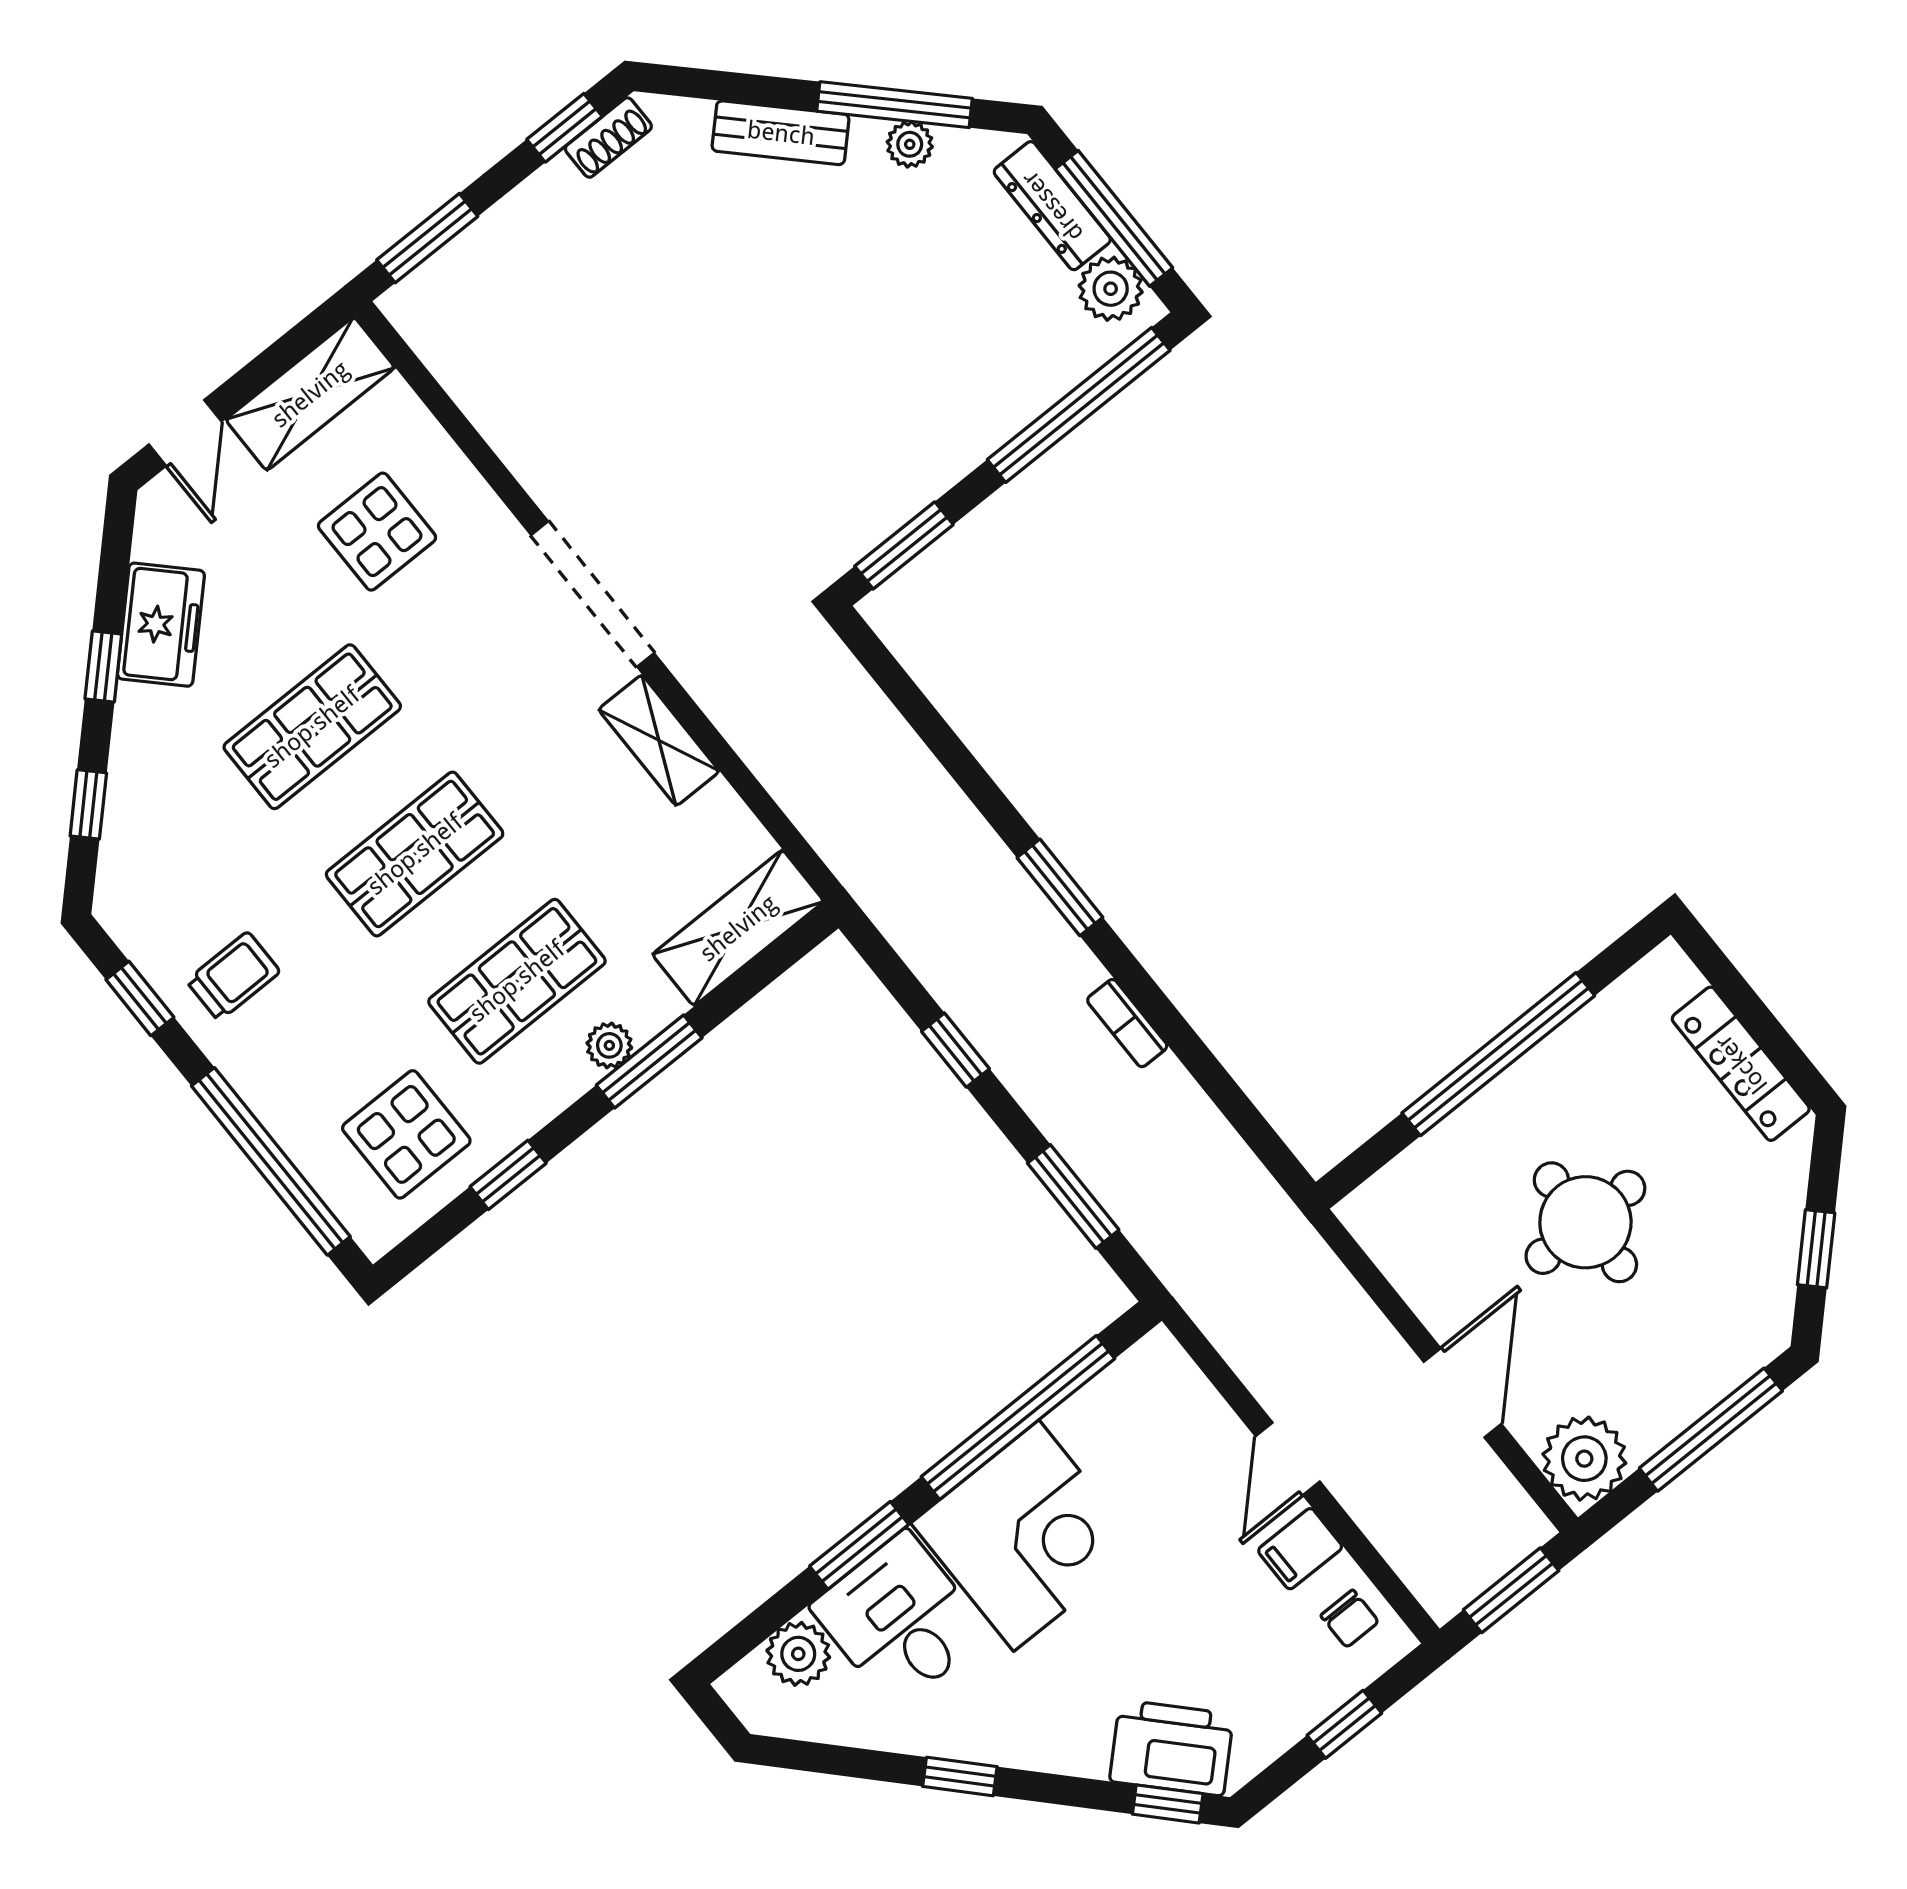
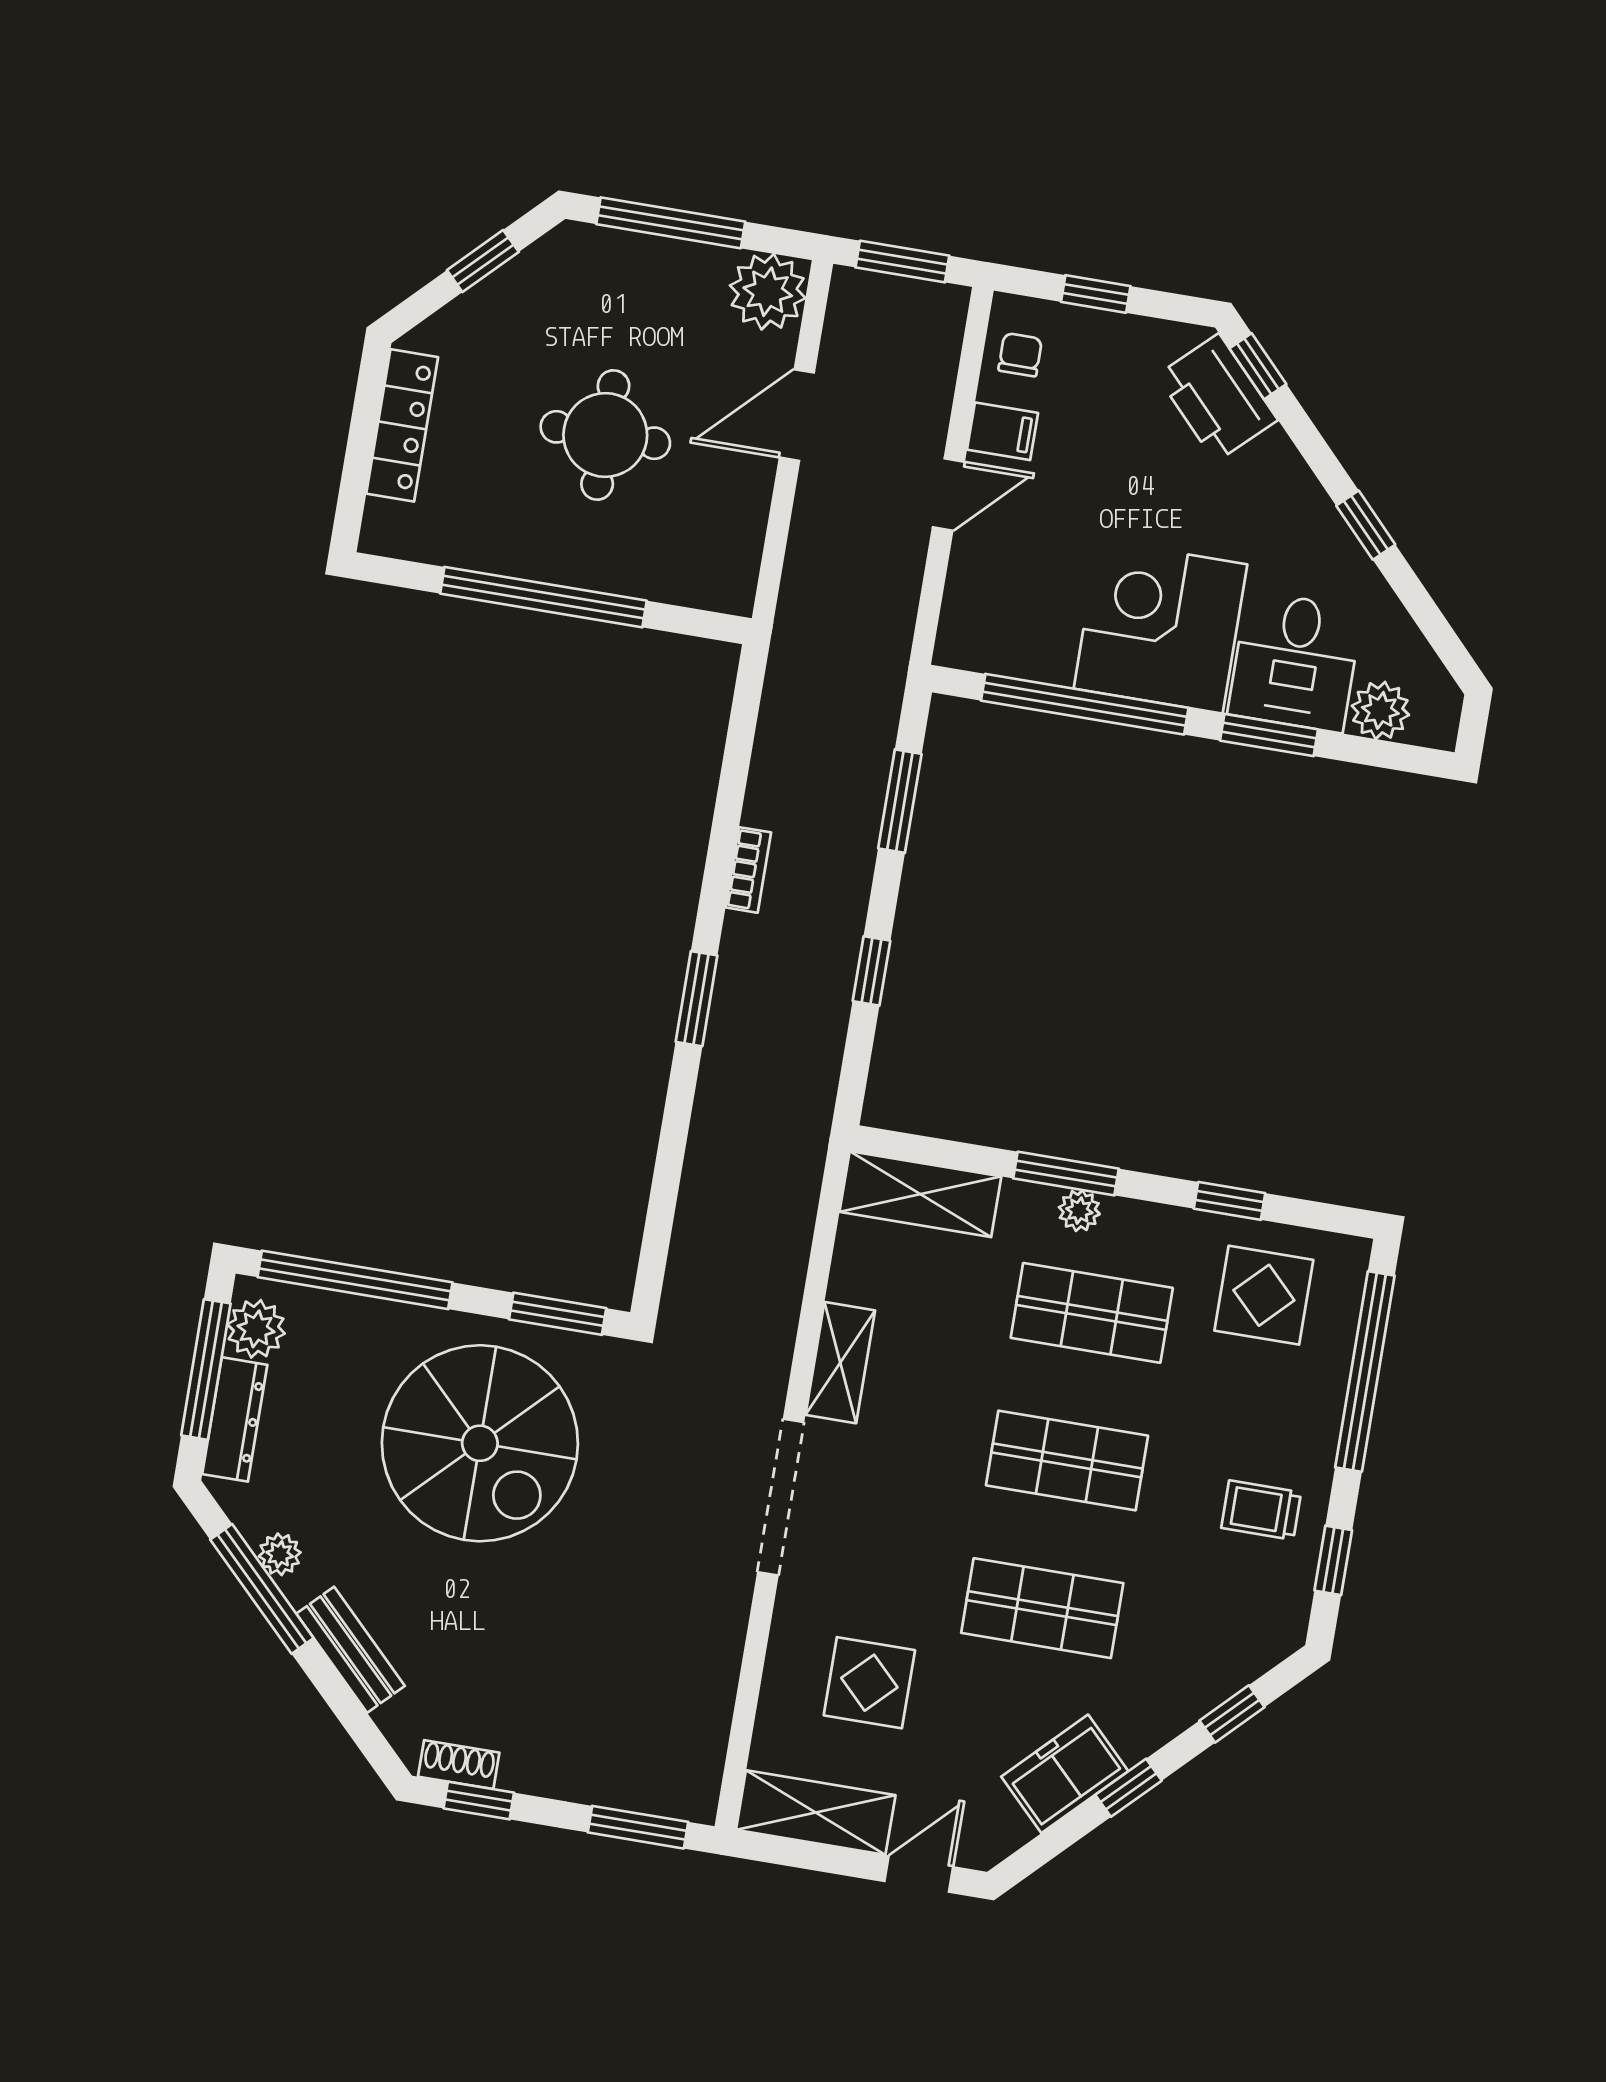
spiral stairs: (855, 388) -> (480, 1443), added

